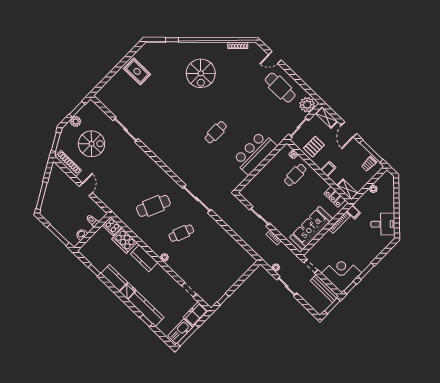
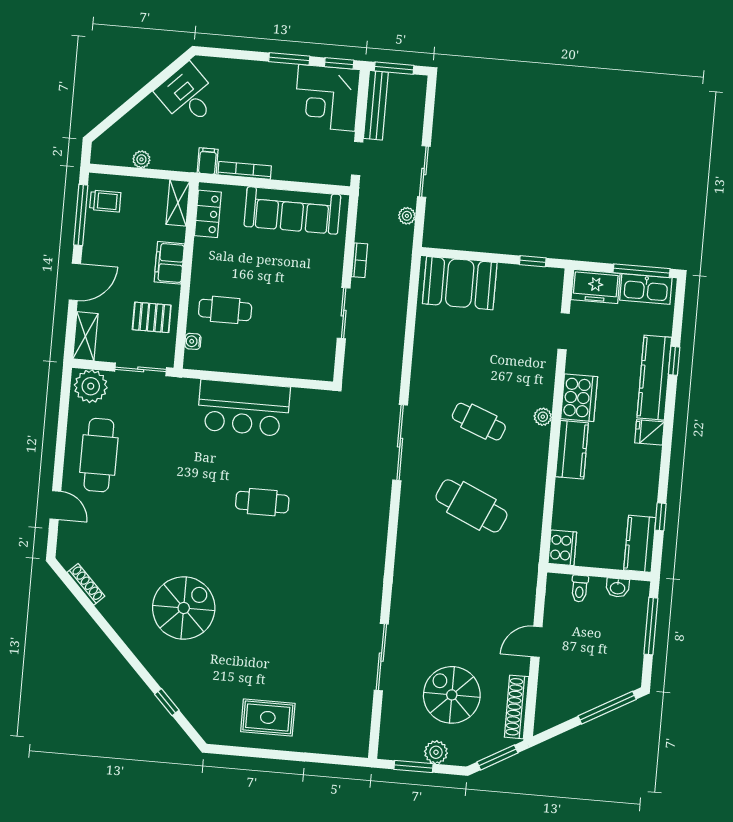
rug: (137, 71) -> (268, 717), turned 90
filing cabinet: (328, 169) -> (169, 263), width x2.00
cooker: (124, 241) -> (579, 398), moved
booth: (236, 267) -> (460, 283), added
kitchen counter: (114, 278) -> (640, 544), moved

